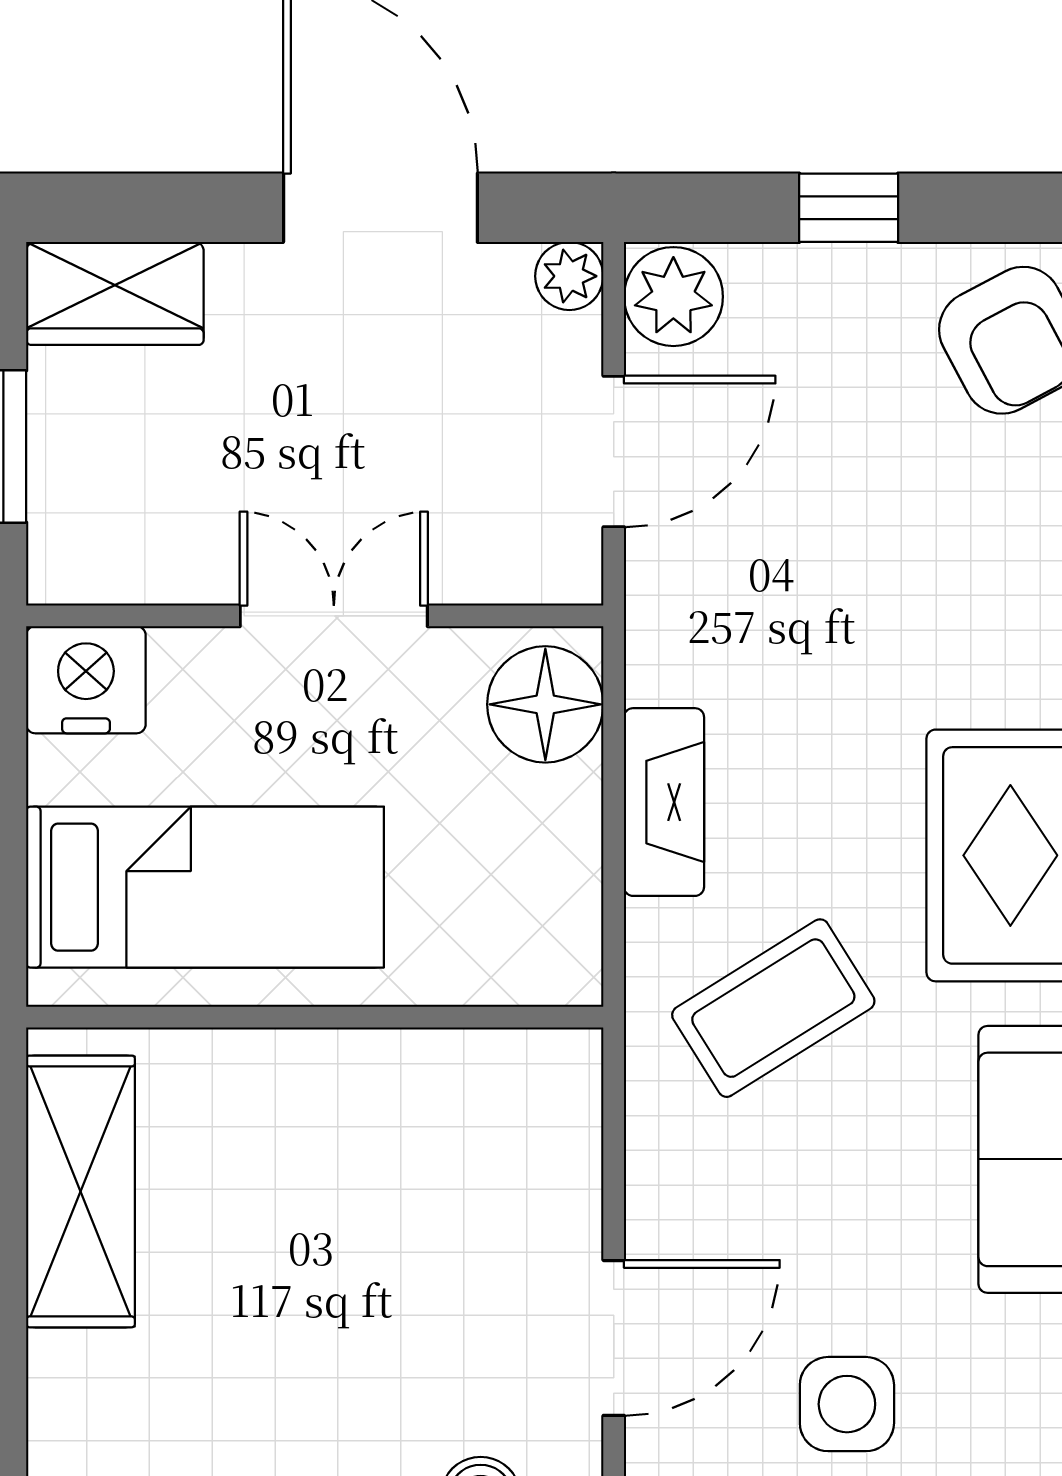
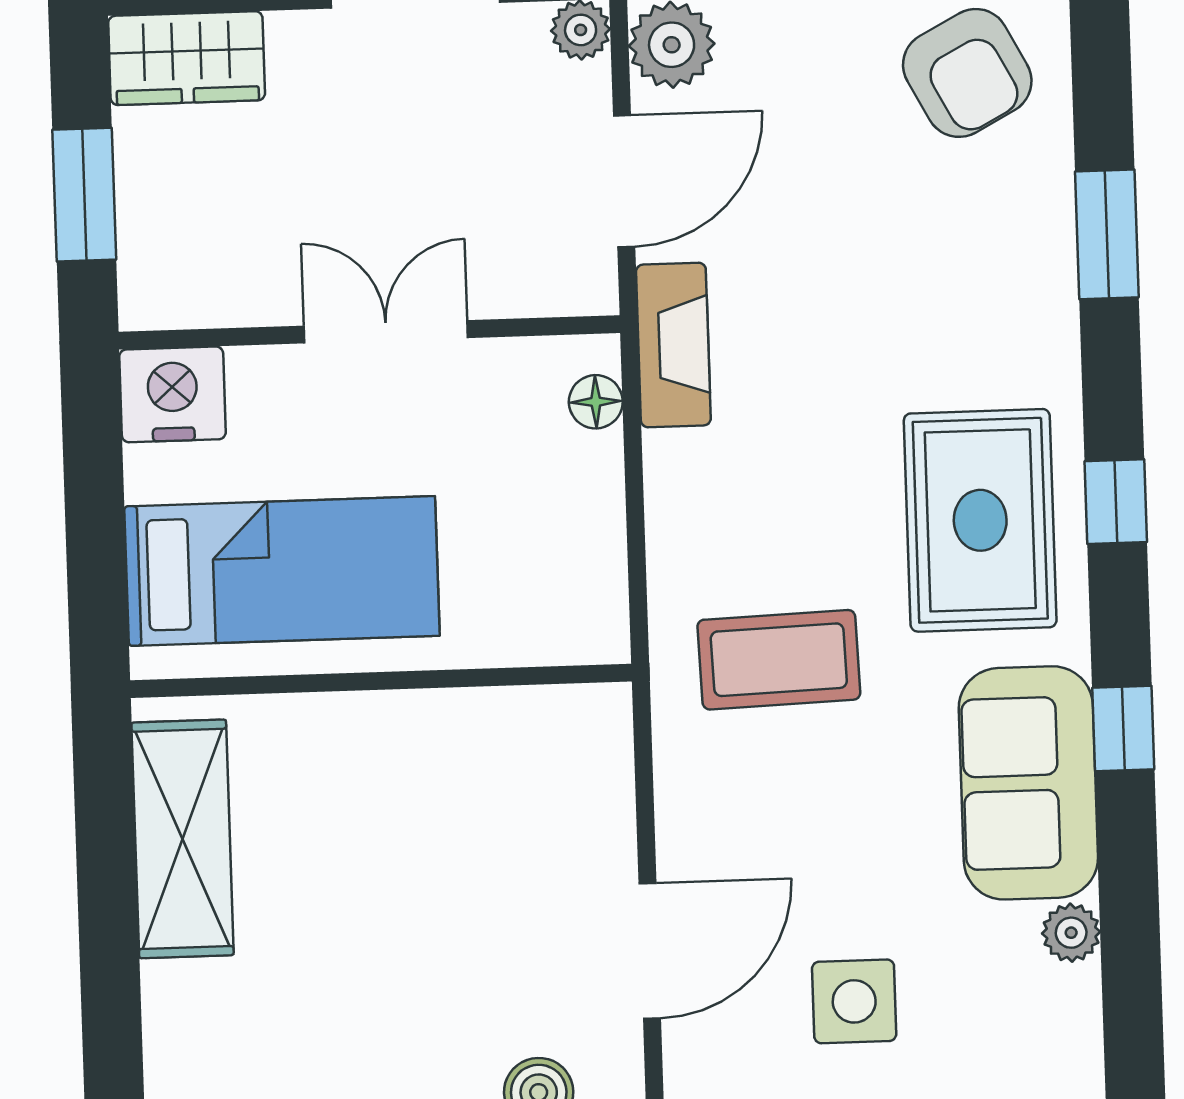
floor lamp: (545, 704) -> (596, 402), width x0.53, depth x0.53
fireplace: (664, 802) -> (673, 345), moved
coffee table: (773, 1008) -> (779, 660), turned 30

